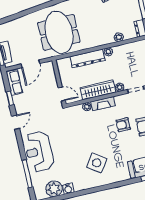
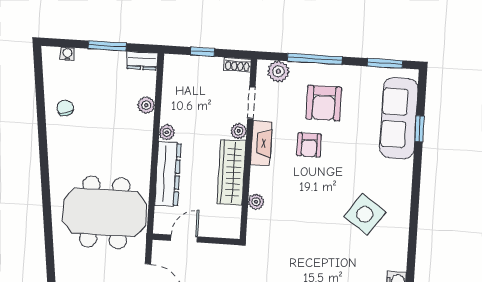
door: (62, 94) -> (184, 239), moved
fireplace: (103, 104) -> (261, 143), moved

